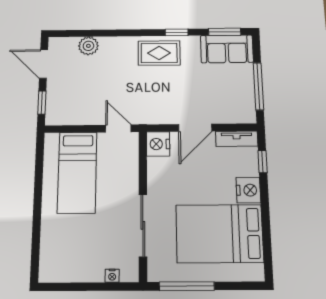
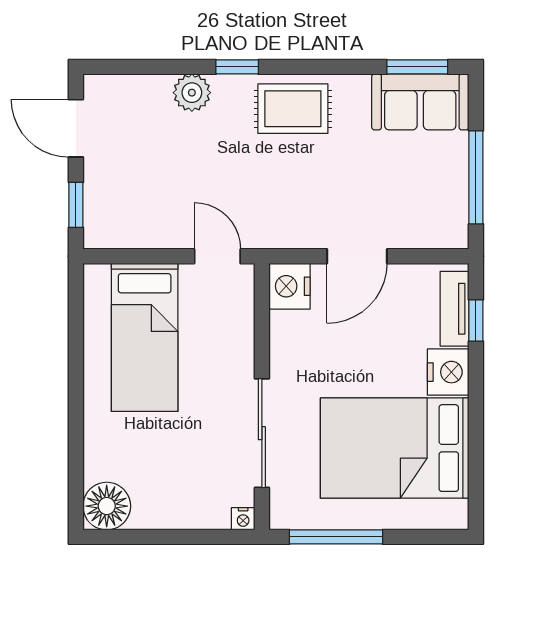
window: (177, 32) -> (237, 67), moved
plant: (88, 46) -> (192, 93), moved
tv unit: (237, 139) -> (455, 309), moved, turned 90
floor lamp: (53, 268) -> (107, 506), added
nightstand: (112, 276) -> (243, 519), moved

